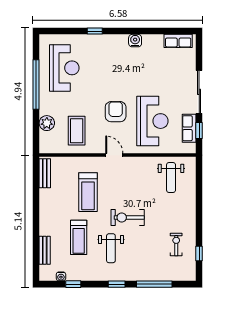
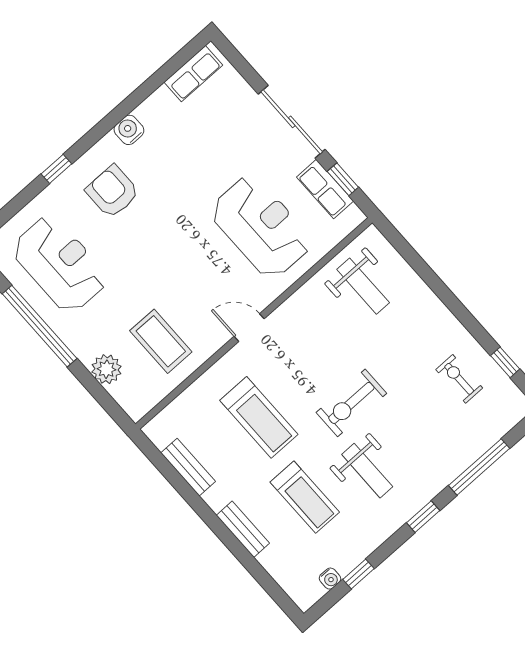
armchair: (116, 112) -> (112, 192), moved
bench: (45, 173) -> (188, 467), moved
bench: (45, 250) -> (243, 529), moved

